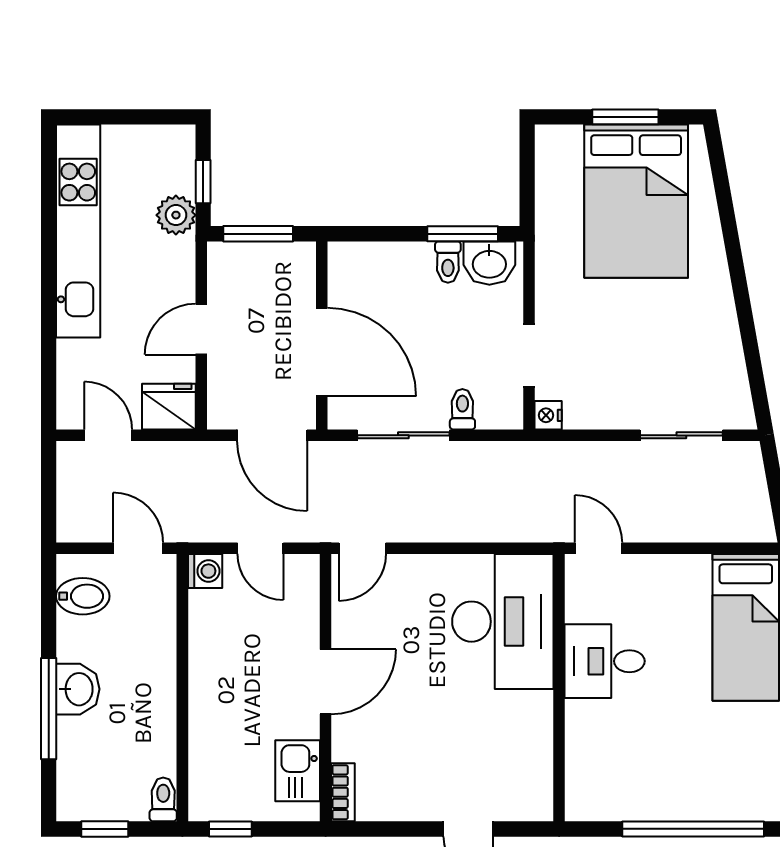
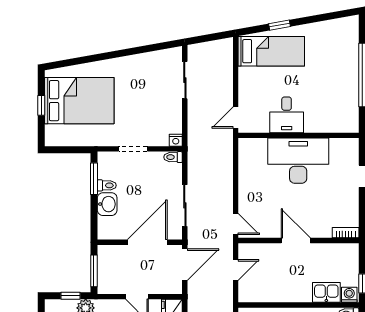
window: (625, 117) -> (41, 105), width x0.67
washbasin: (489, 263) -> (107, 204), moved
doorway: (529, 356) -> (133, 149), moved
toilet: (462, 409) -> (173, 157), moved
washing machine: (205, 571) -> (349, 295), moved
desk: (503, 622) -> (298, 161), moved
kitchen sink: (298, 771) -> (326, 292), moved, turned 180

